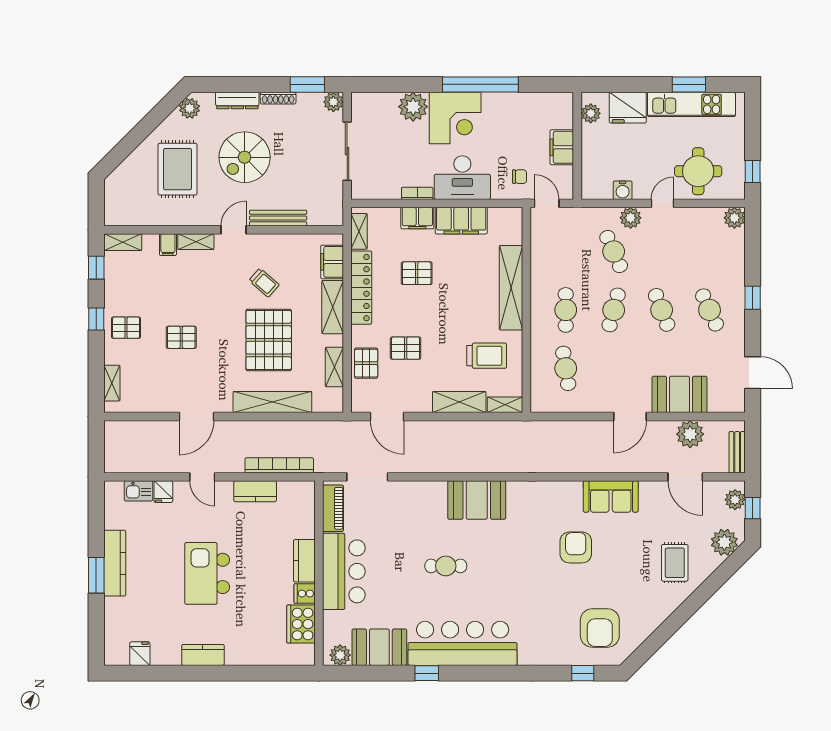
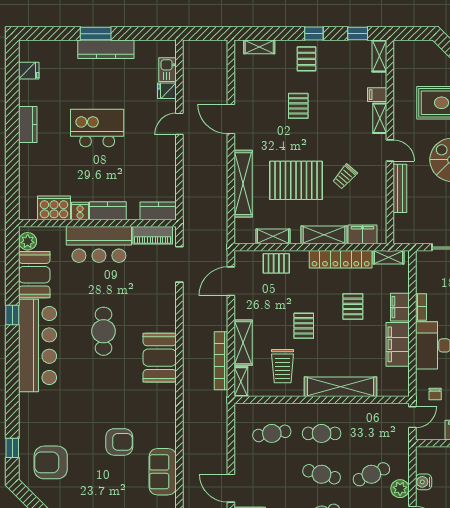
pallet: (406, 348) -> (304, 326), moved
bookcase: (279, 465) -> (221, 361), moved, turned 180
kitchen counter: (255, 491) -> (158, 211), moved, turned 90
cafe table: (446, 566) -> (104, 331), width x1.37, depth x1.35

